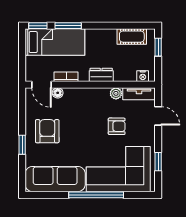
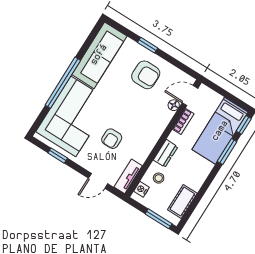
window: (158, 47) -> (159, 219), width x1.50
stool: (125, 68) -> (159, 178), added
plant: (116, 93) -> (141, 156), removed

